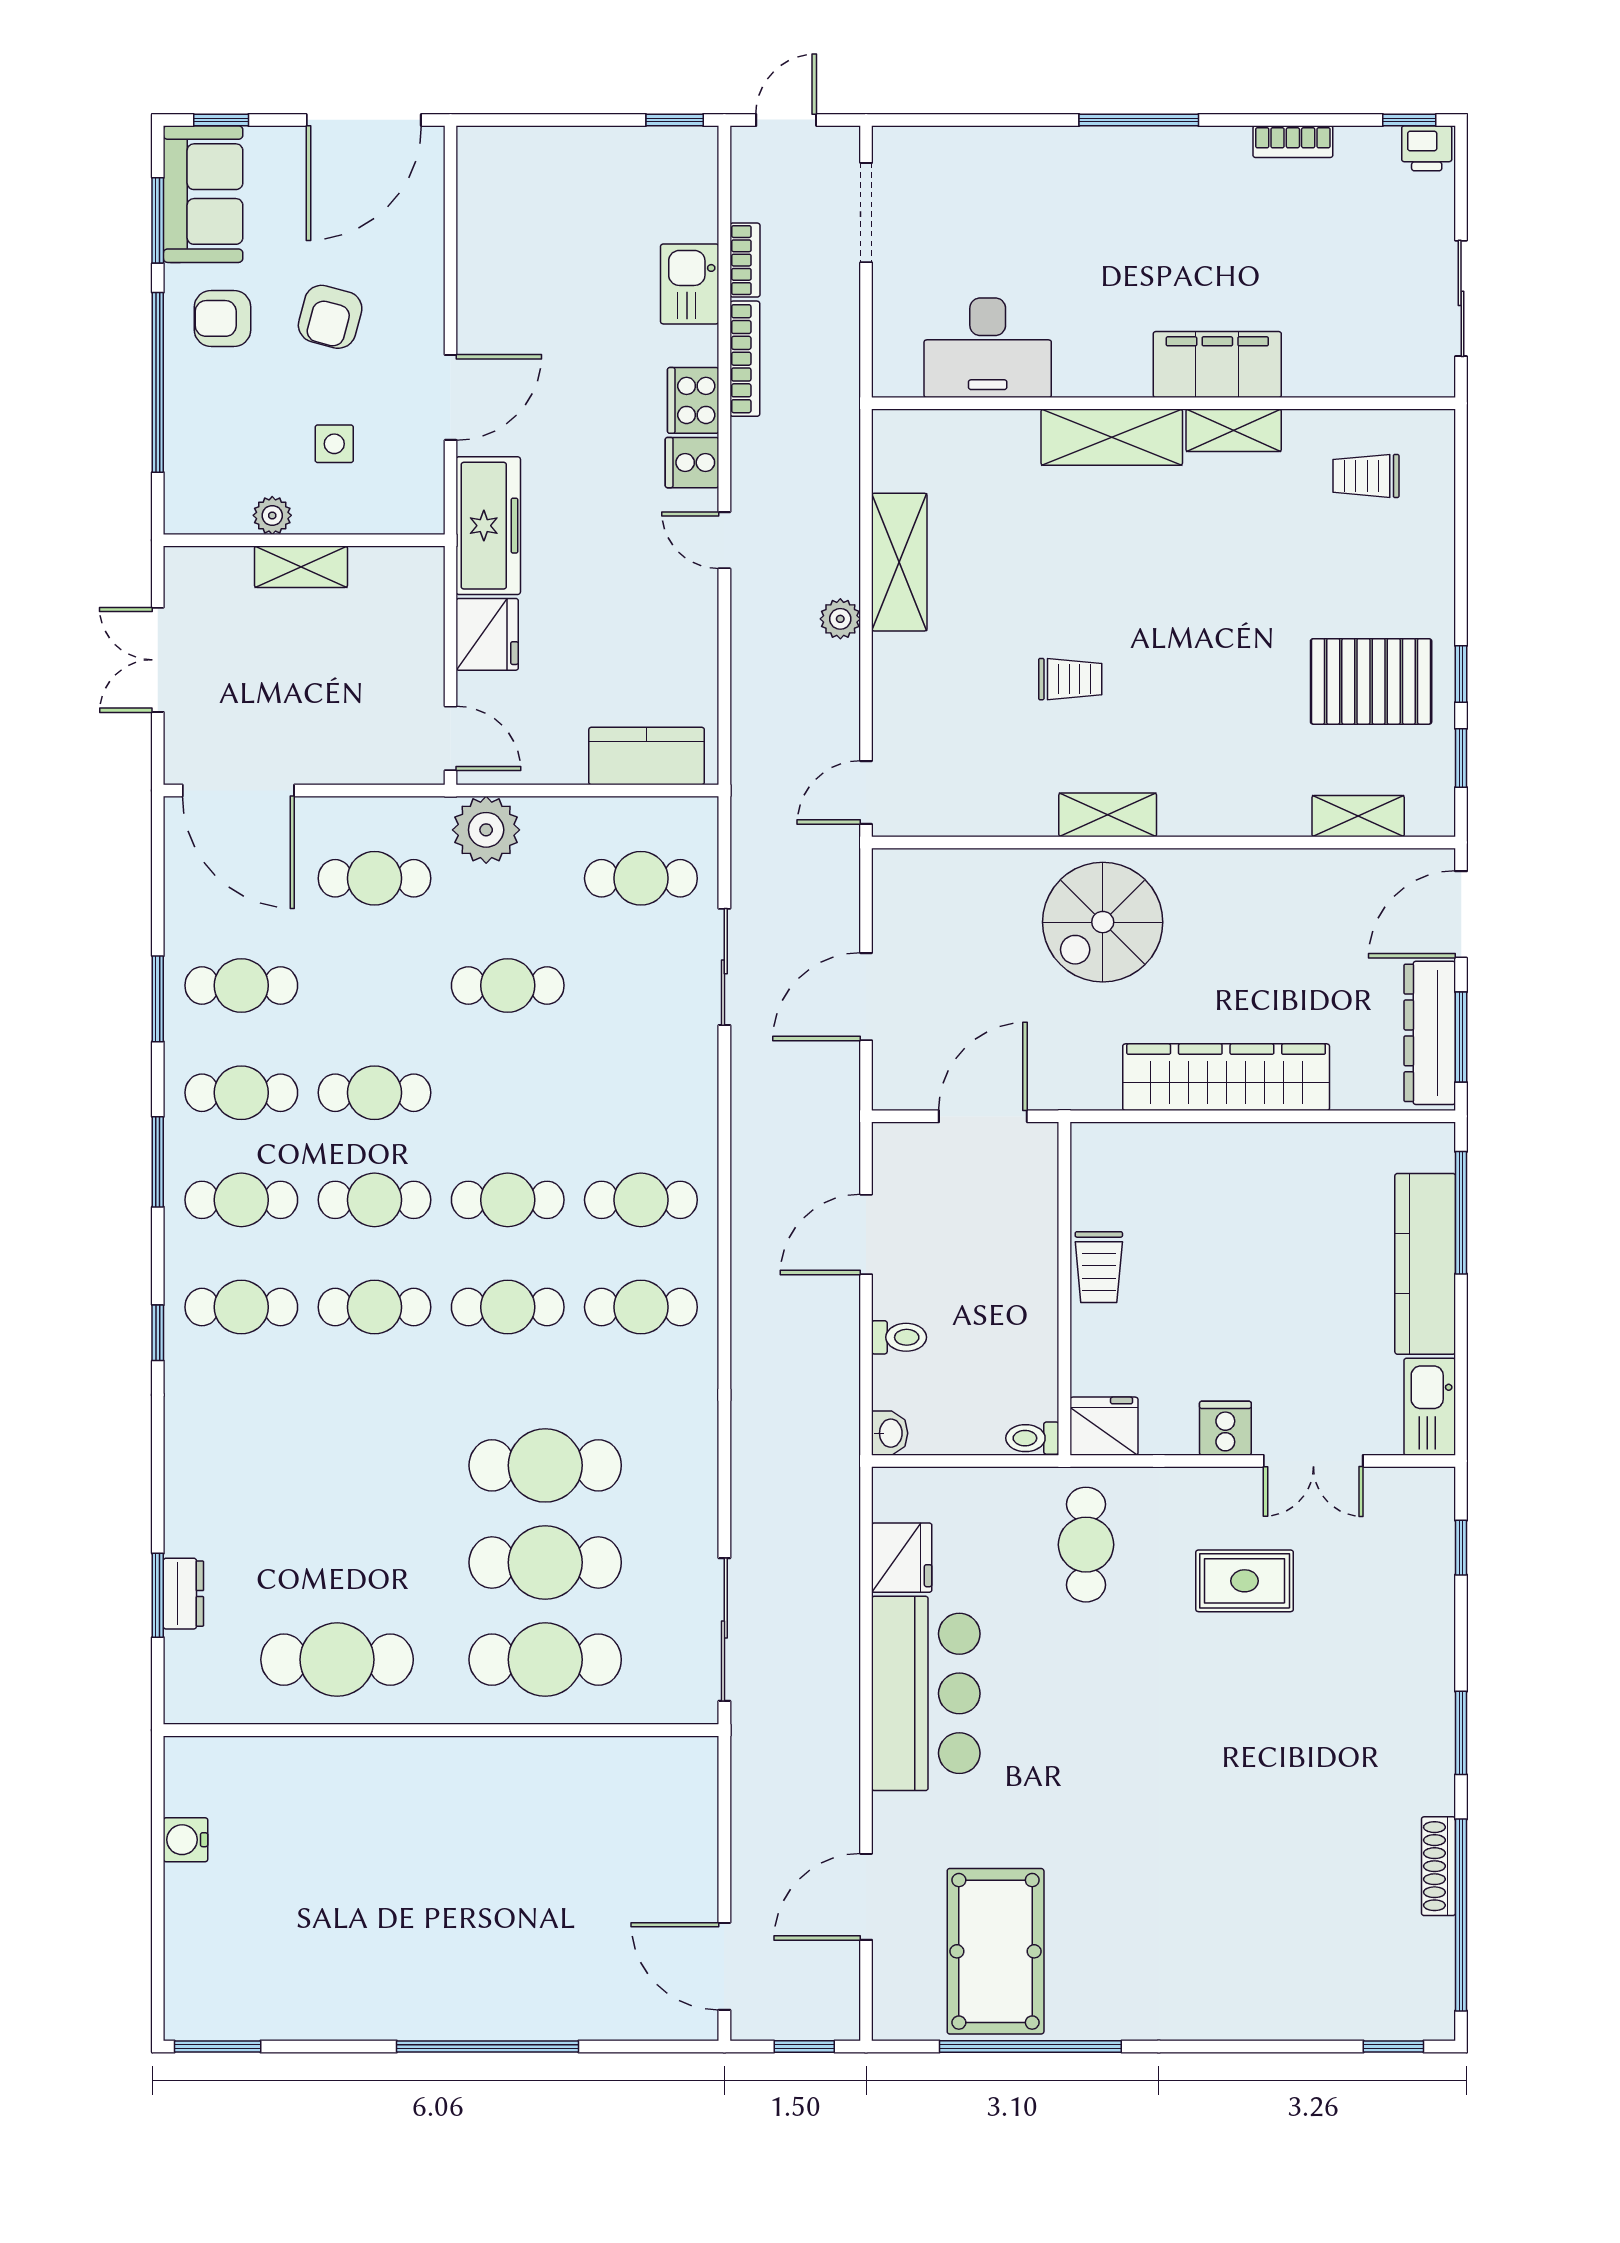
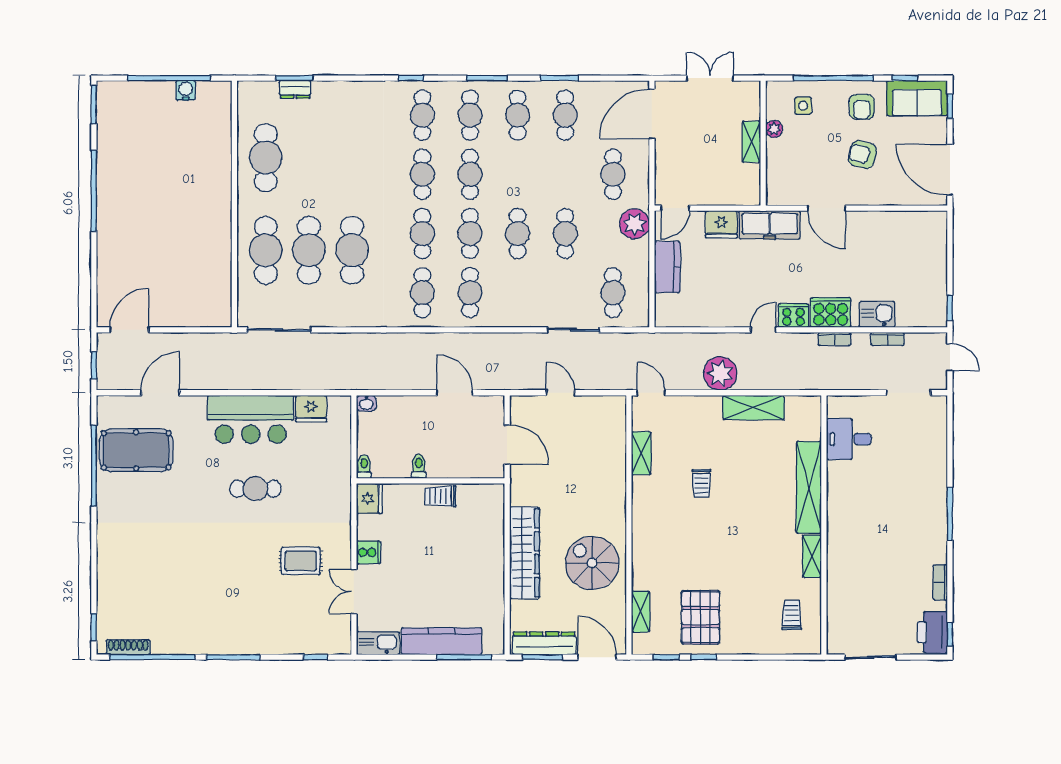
printer: (1427, 148) -> (932, 632), width x1.87, depth x1.48
window: (158, 220) -> (905, 78), width x0.67
armchair: (223, 318) -> (862, 107), turned 180
desk: (988, 348) -> (849, 439), width x0.73
bookcase: (745, 359) -> (835, 339), width x0.64
filing cabinet: (1217, 365) -> (841, 549), removed
cooker: (693, 400) -> (831, 312), width x1.37, depth x1.31
shelving: (1112, 437) -> (809, 487), width x1.47
side table: (334, 444) -> (803, 106), moved
cooker: (692, 463) -> (794, 315), width x1.36
plant: (840, 619) -> (720, 373), width x1.88, depth x1.88
kitchen counter: (647, 756) -> (667, 267), moved
shelving: (1108, 815) -> (641, 453), moved
spiral stairs: (1103, 922) -> (592, 563), moved
door: (866, 997) -> (560, 393), width x0.73
cafe table: (374, 1093) -> (518, 234), moved
toilet: (899, 1337) -> (419, 466), moved, turned 180
cafe table: (1086, 1545) -> (255, 489), moved
rug: (1245, 1581) -> (301, 561), turned 90
window: (1461, 1733) -> (233, 657), width x1.44
shoe rack: (1439, 1866) -> (128, 647), moved
window: (158, 1877) -> (169, 78), added
door: (866, 1897) -> (160, 393), hinge flipped
window: (488, 2046) -> (94, 191), moved

